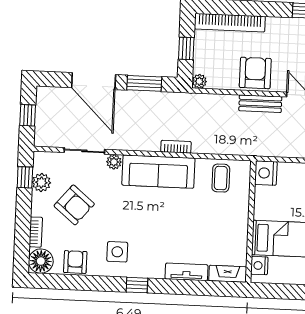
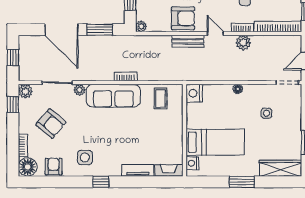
armchair: (255, 73) -> (183, 18), turned 90
plant: (41, 182) -> (25, 91), moved

